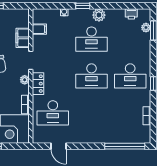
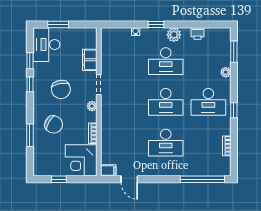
printer: (131, 14) -> (197, 33), moved
plant: (146, 28) -> (226, 72), moved
filing cabinet: (39, 29) -> (108, 170), moved
locker: (38, 84) -> (107, 110), removed
desk: (53, 113) -> (166, 143), moved

